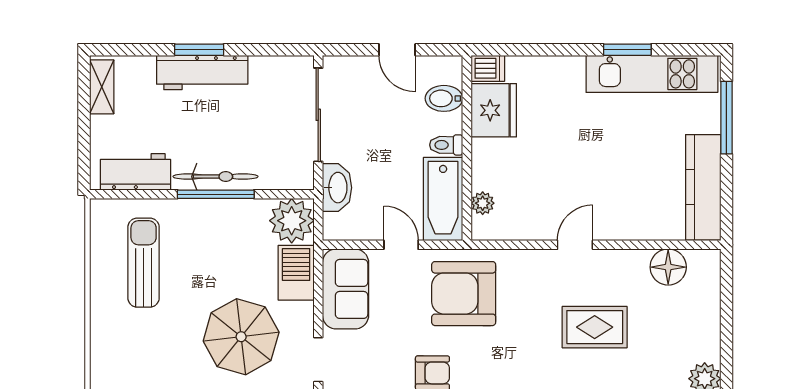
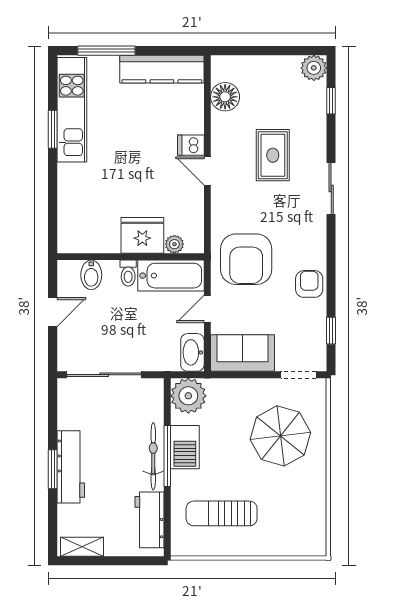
dishwasher: (488, 68) -> (191, 145), moved, turned -90
fridge: (494, 110) -> (142, 235), moved
washbasin: (337, 188) -> (192, 352), moved, turned -90
barbecue: (296, 273) -> (185, 447), moved, turned -90

